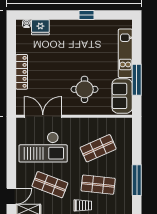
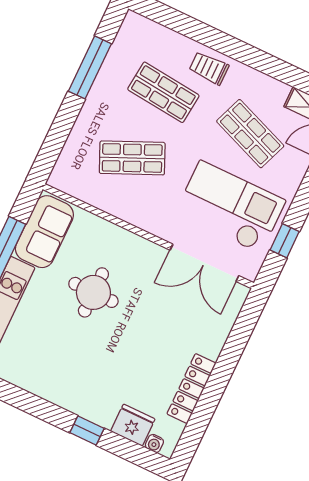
window: (87, 15) -> (87, 430), moved
locker: (22, 72) -> (191, 389), moved
round table: (85, 89) -> (93, 292), moved
window: (11, 143) -> (285, 241), added

